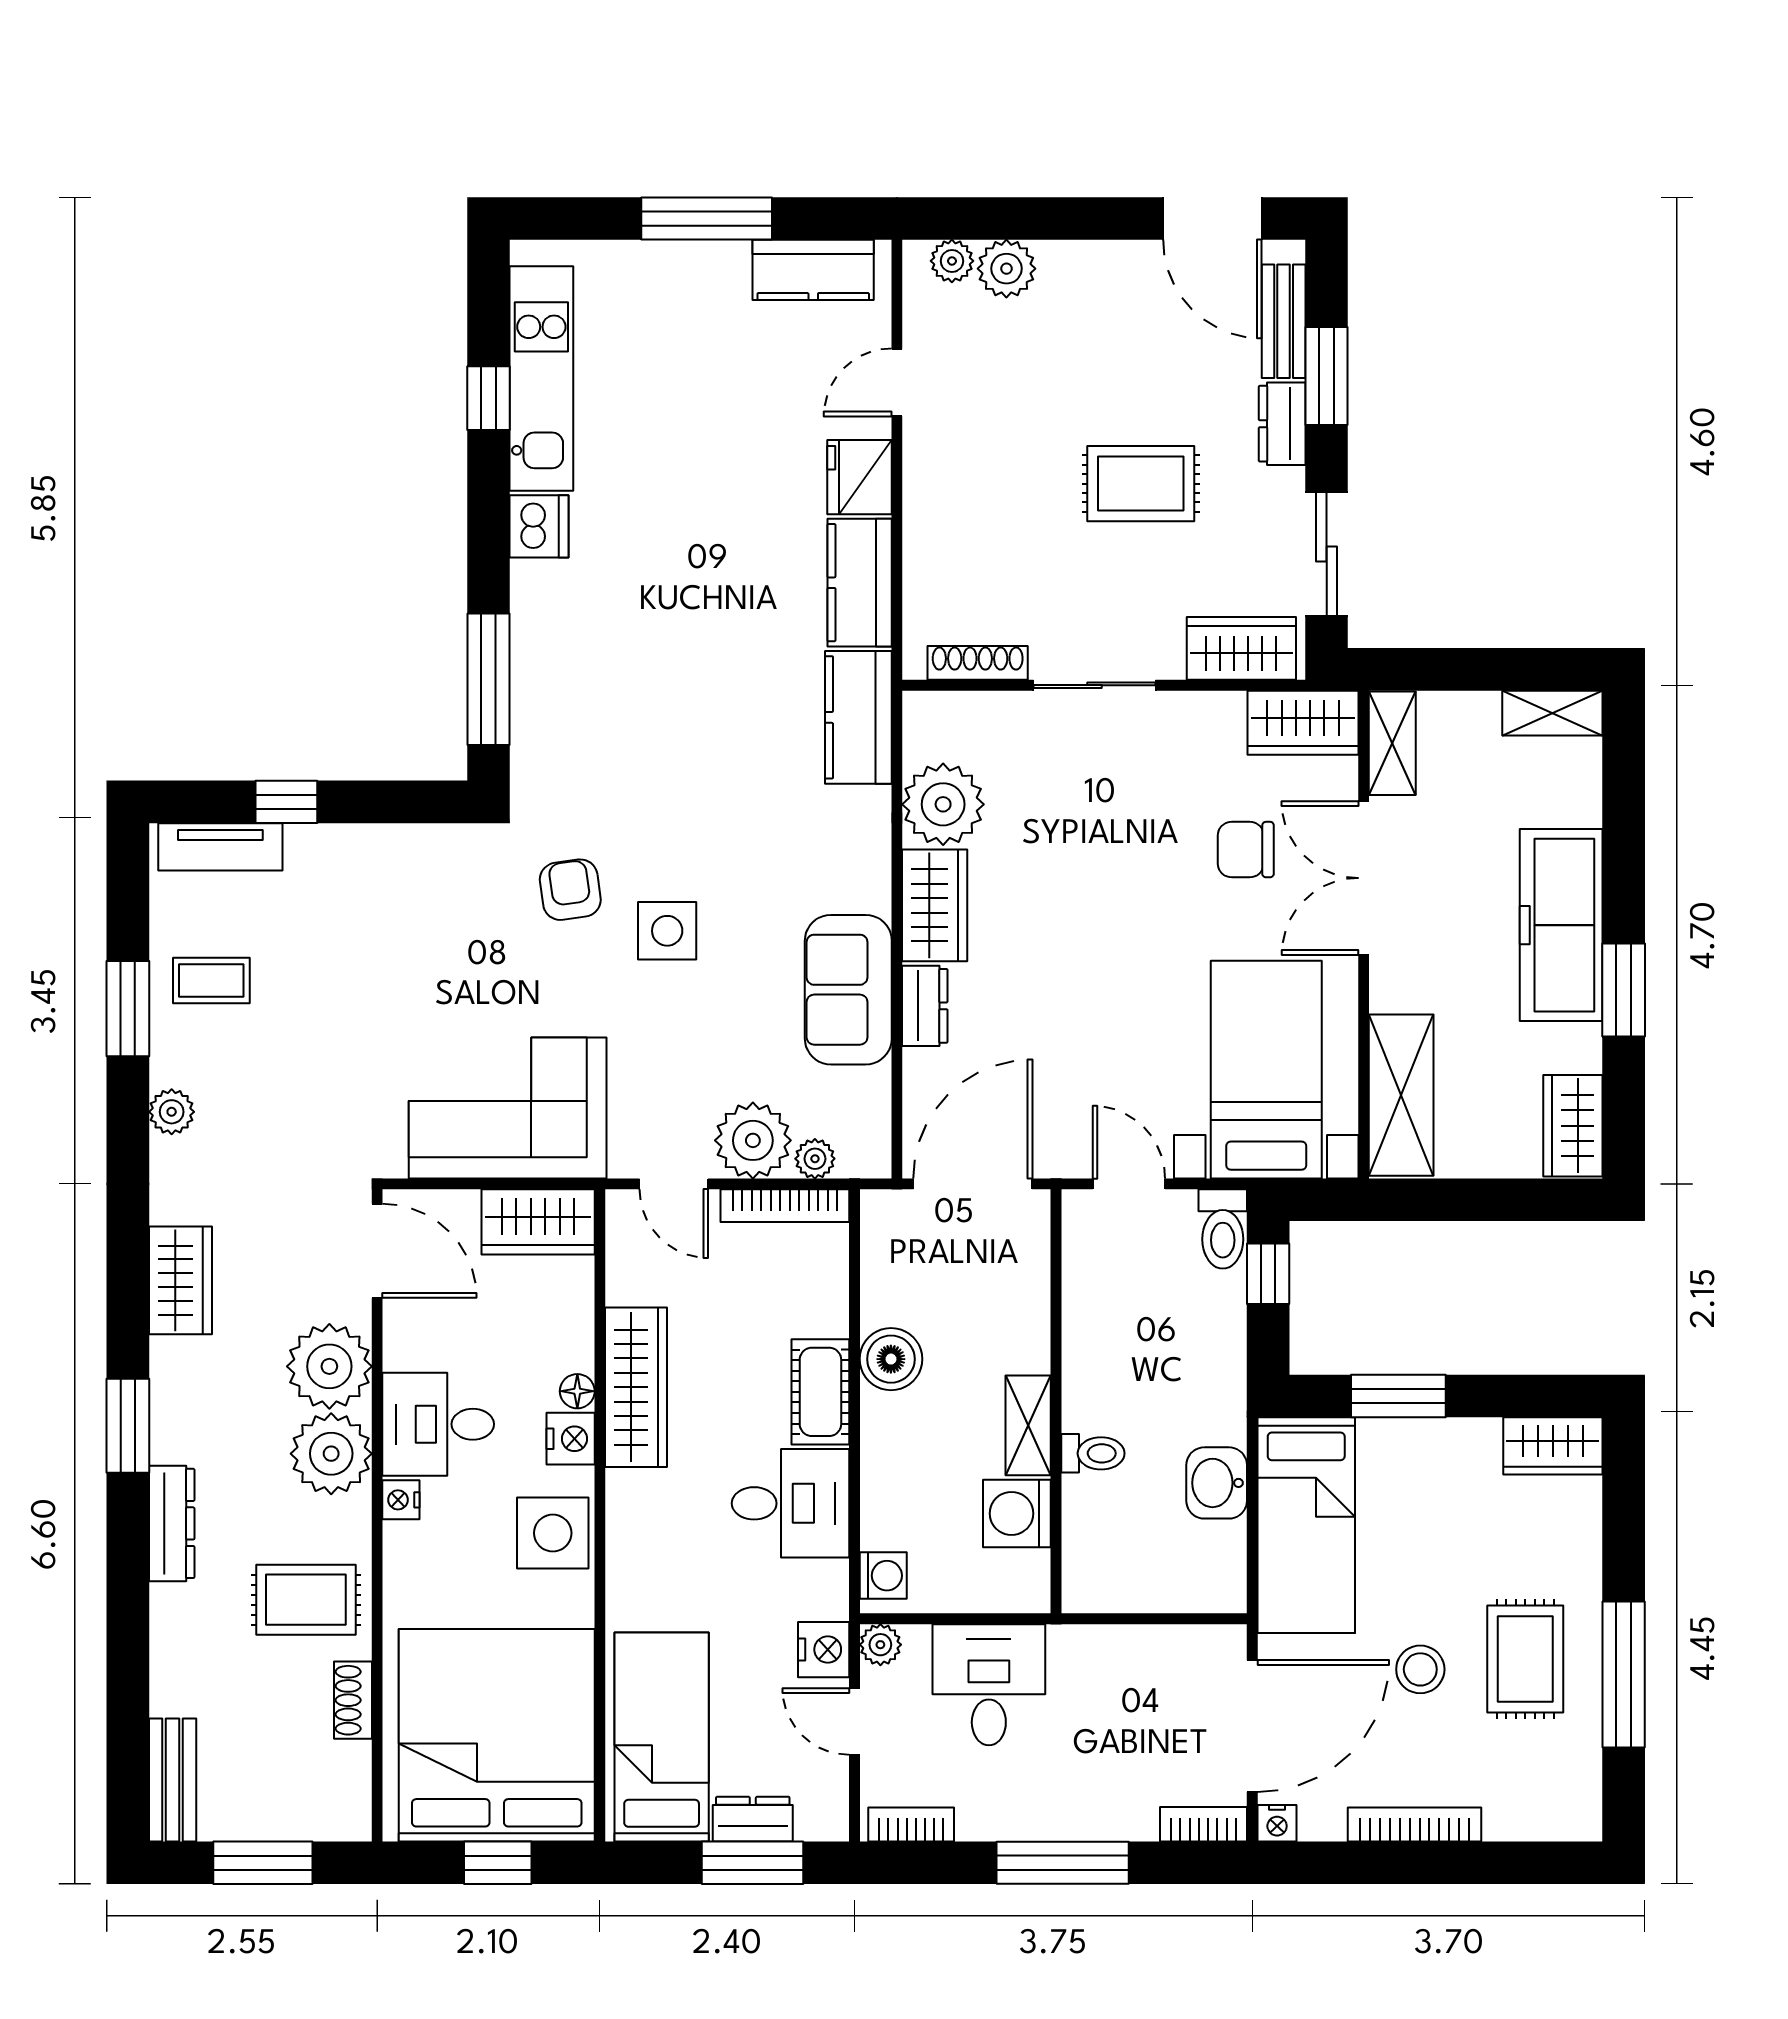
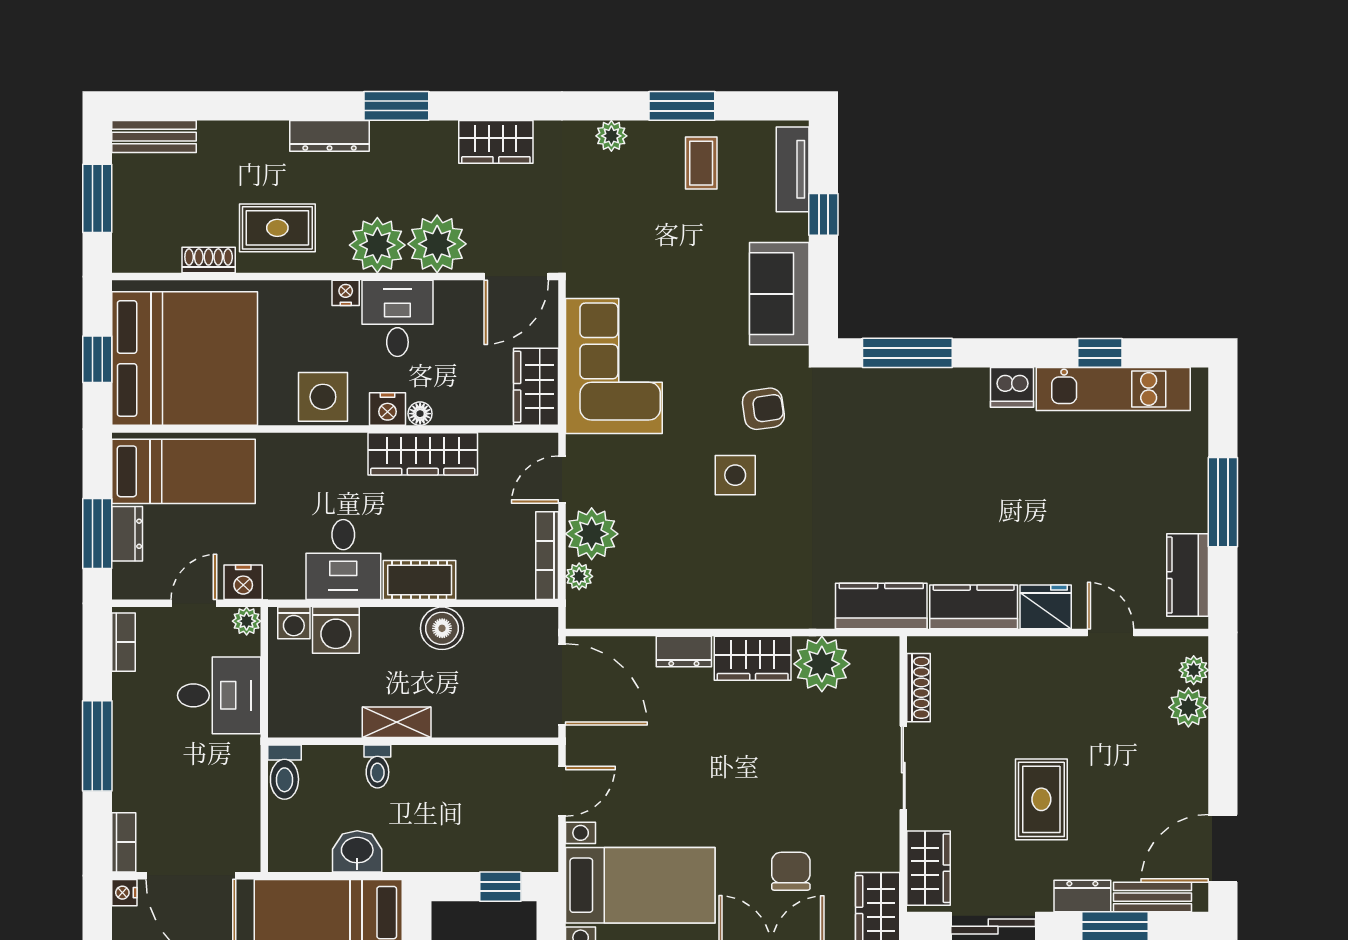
sofa: (848, 990) -> (779, 294), moved, turned -90
toilet: (1223, 1229) -> (284, 772), moved, turned -90
washing machine: (1017, 1513) -> (336, 630), moved, turned 180
rug: (306, 1600) -> (277, 228), turned 90

